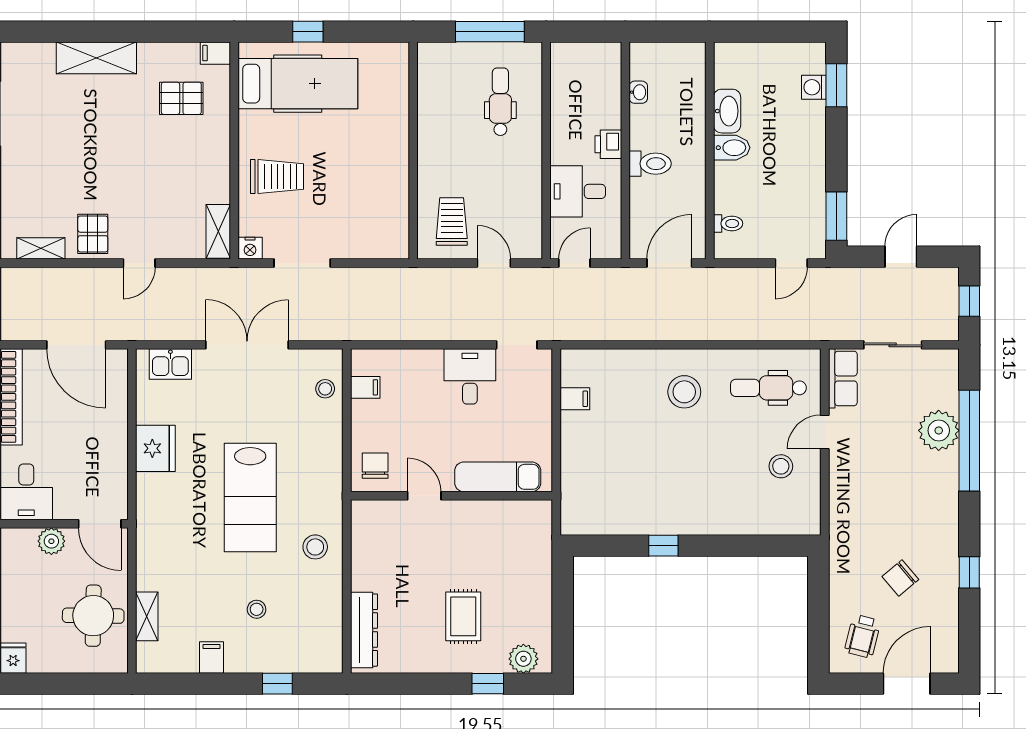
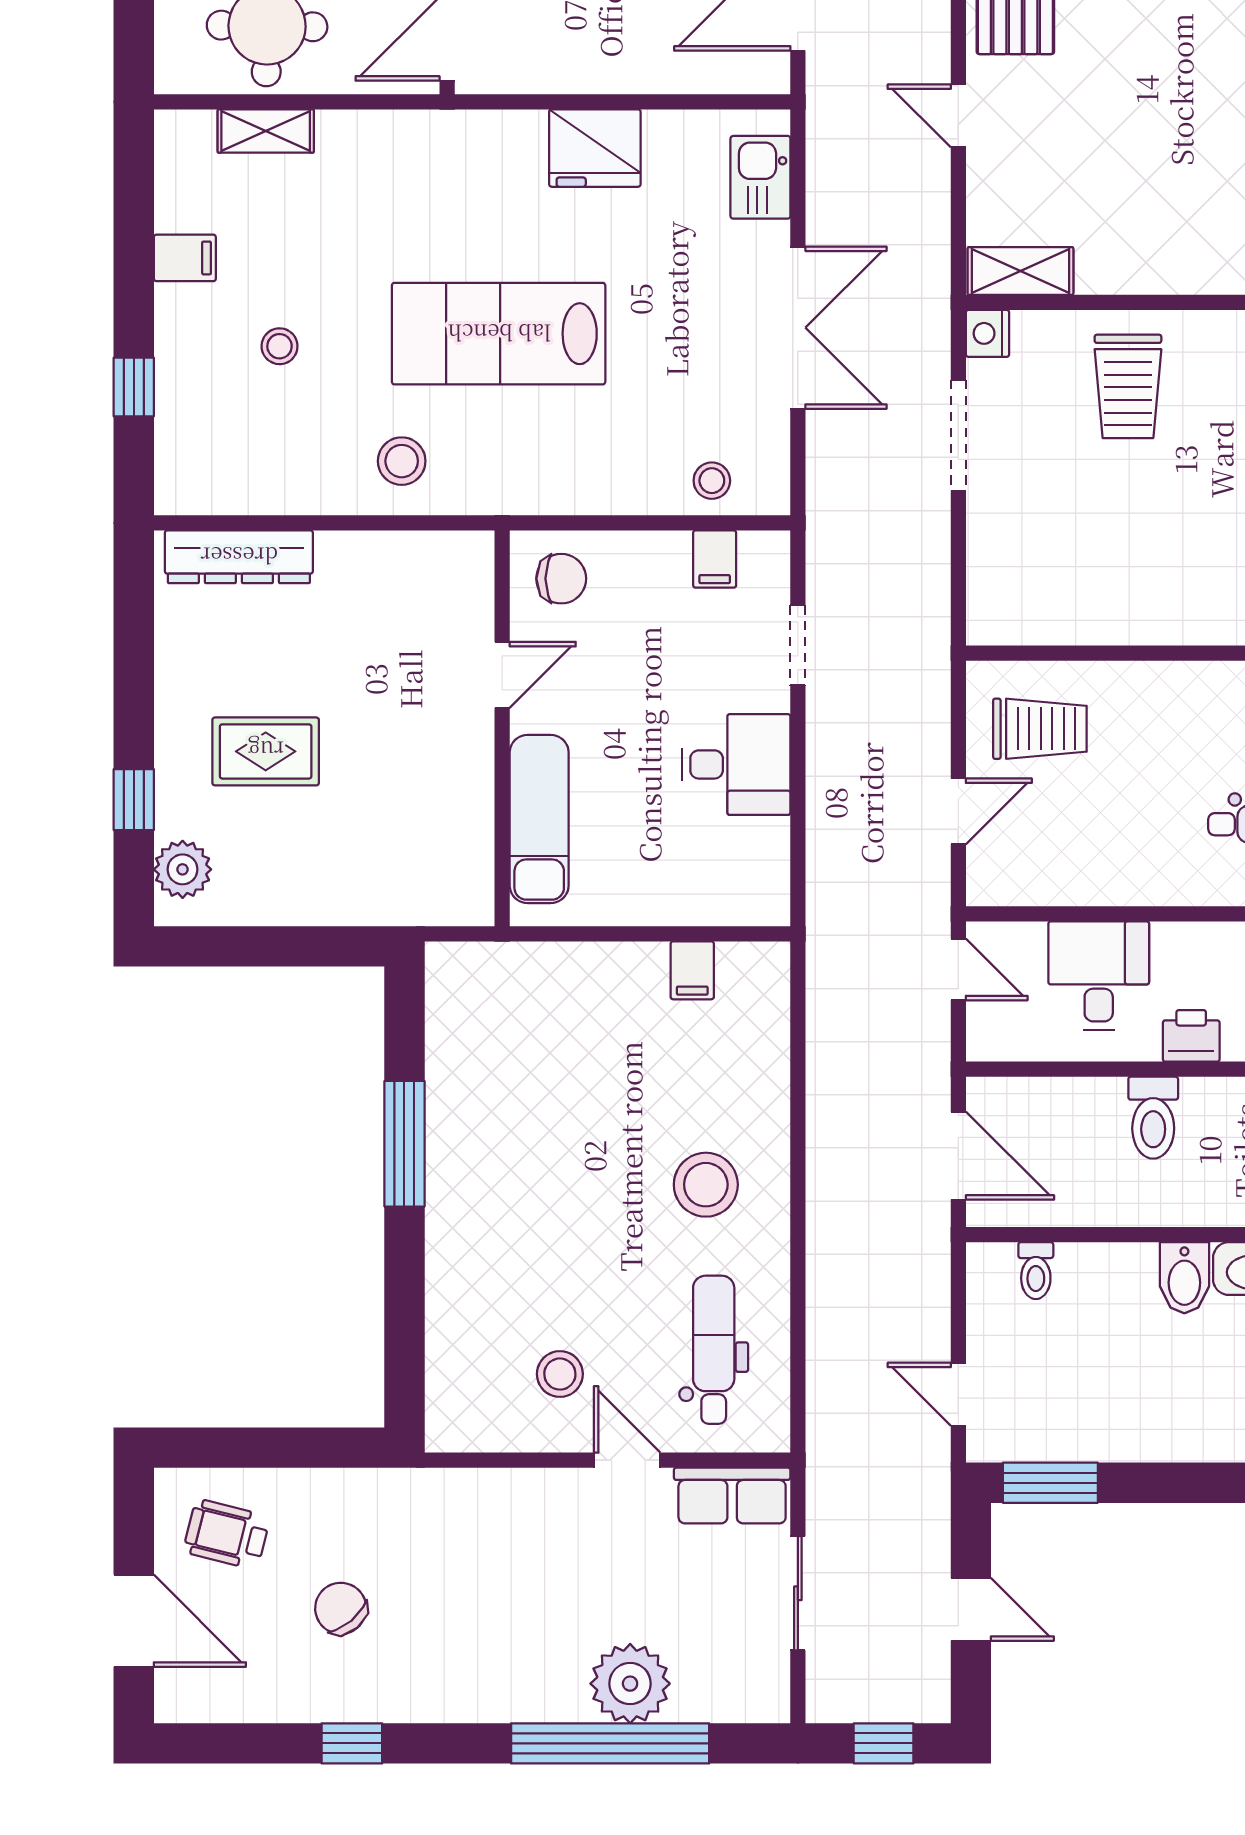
doorway: (517, 345) -> (798, 645), moved
window: (663, 546) -> (404, 1144), width x2.17

